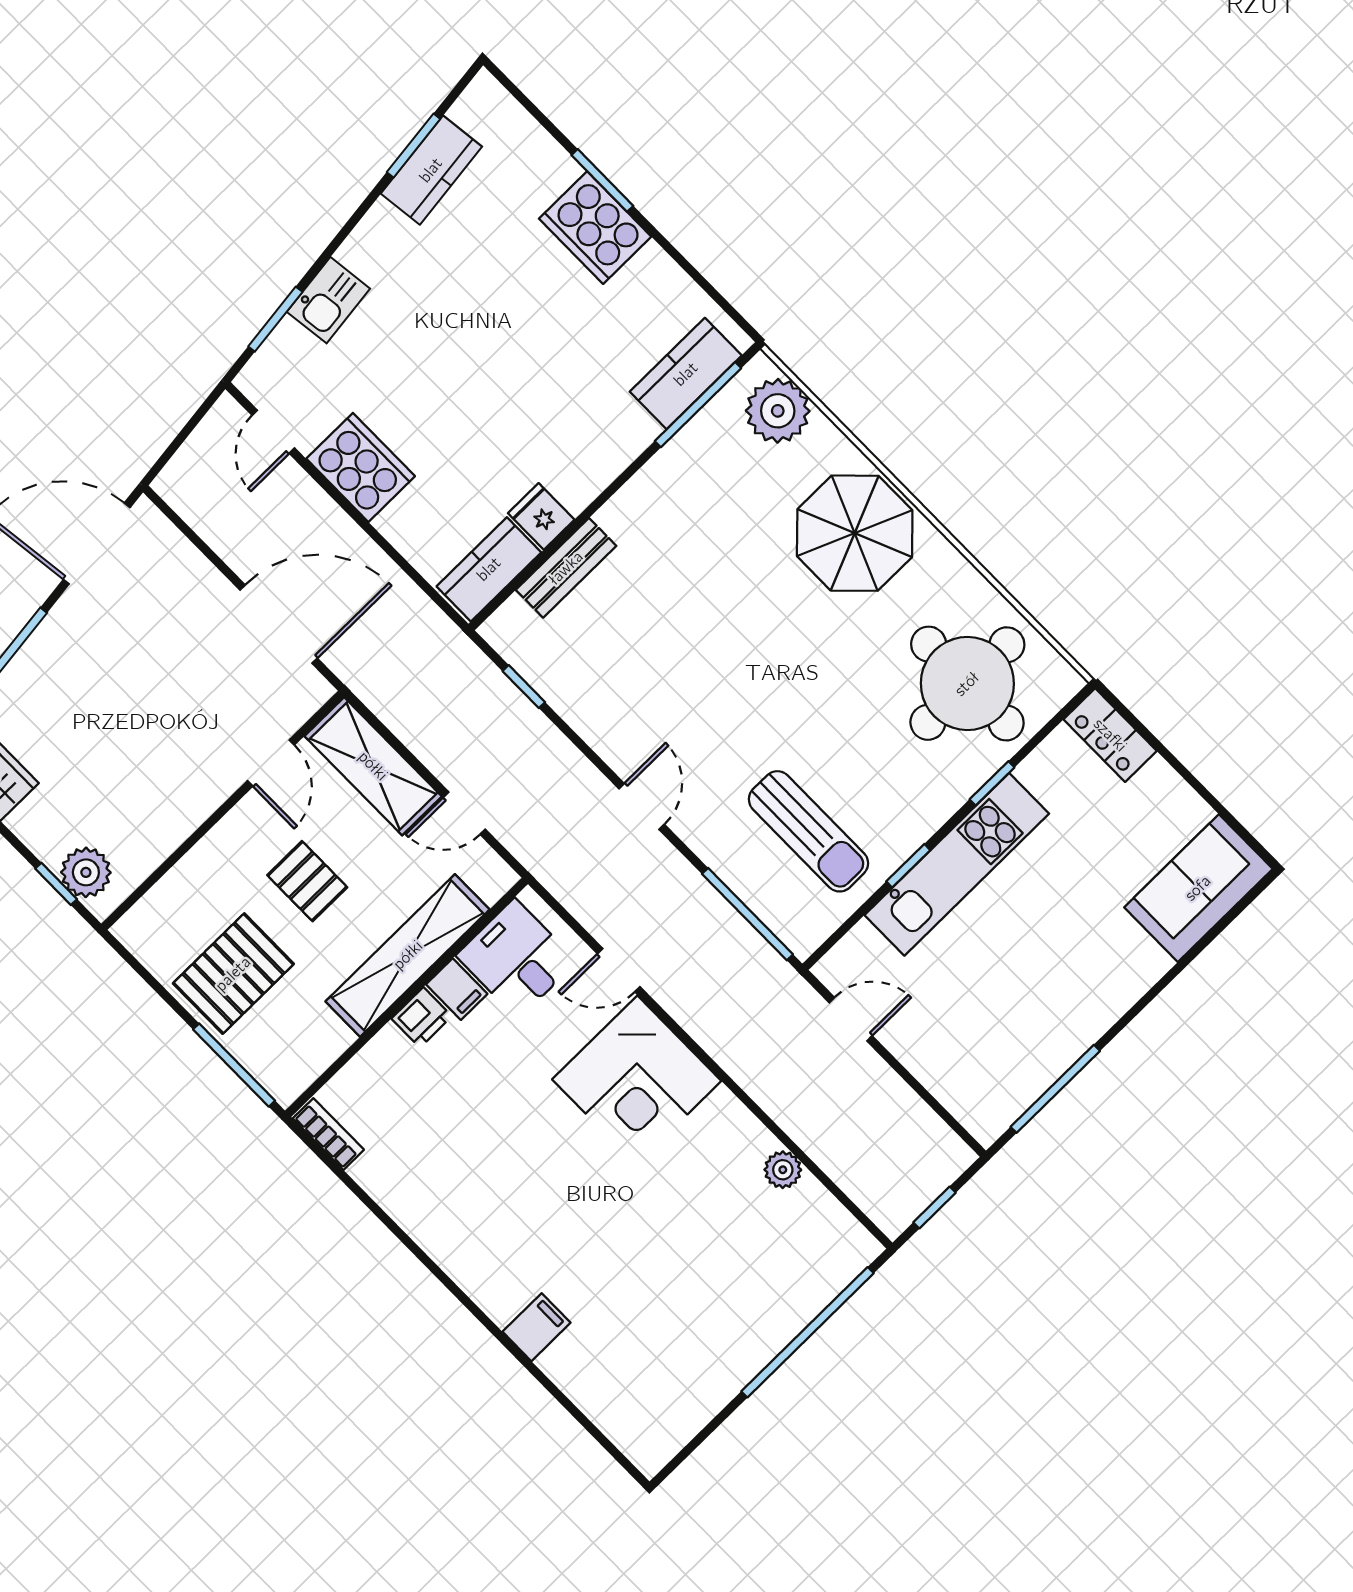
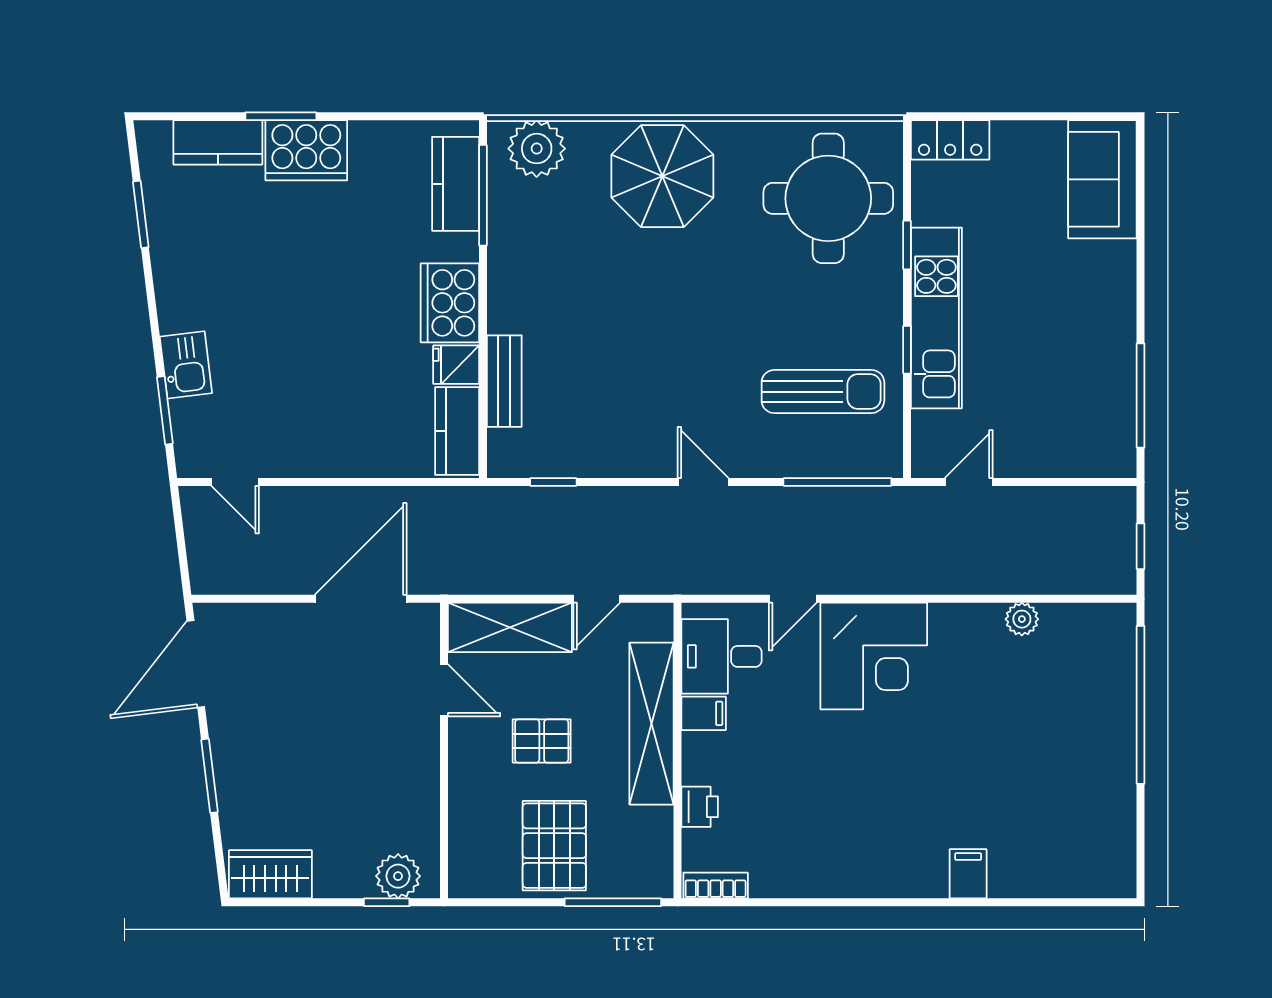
kitchen counter: (431, 170) -> (218, 142), moved, turned 97
cooker: (361, 467) -> (450, 303), moved, turned -90
printer: (422, 1017) -> (700, 807), moved

